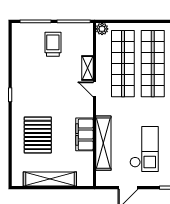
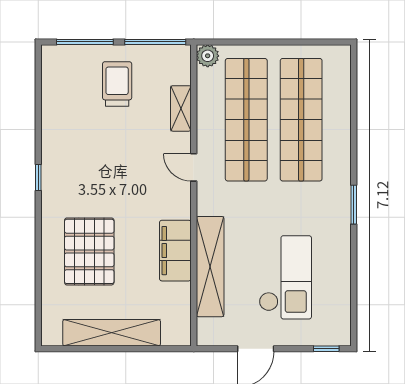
shelving: (87, 68) -> (181, 108), moved

